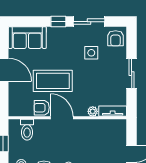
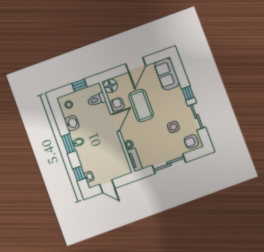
sliding door: (132, 74) -> (169, 164), width x1.37
floor lamp: (17, 108) -> (110, 86), added

